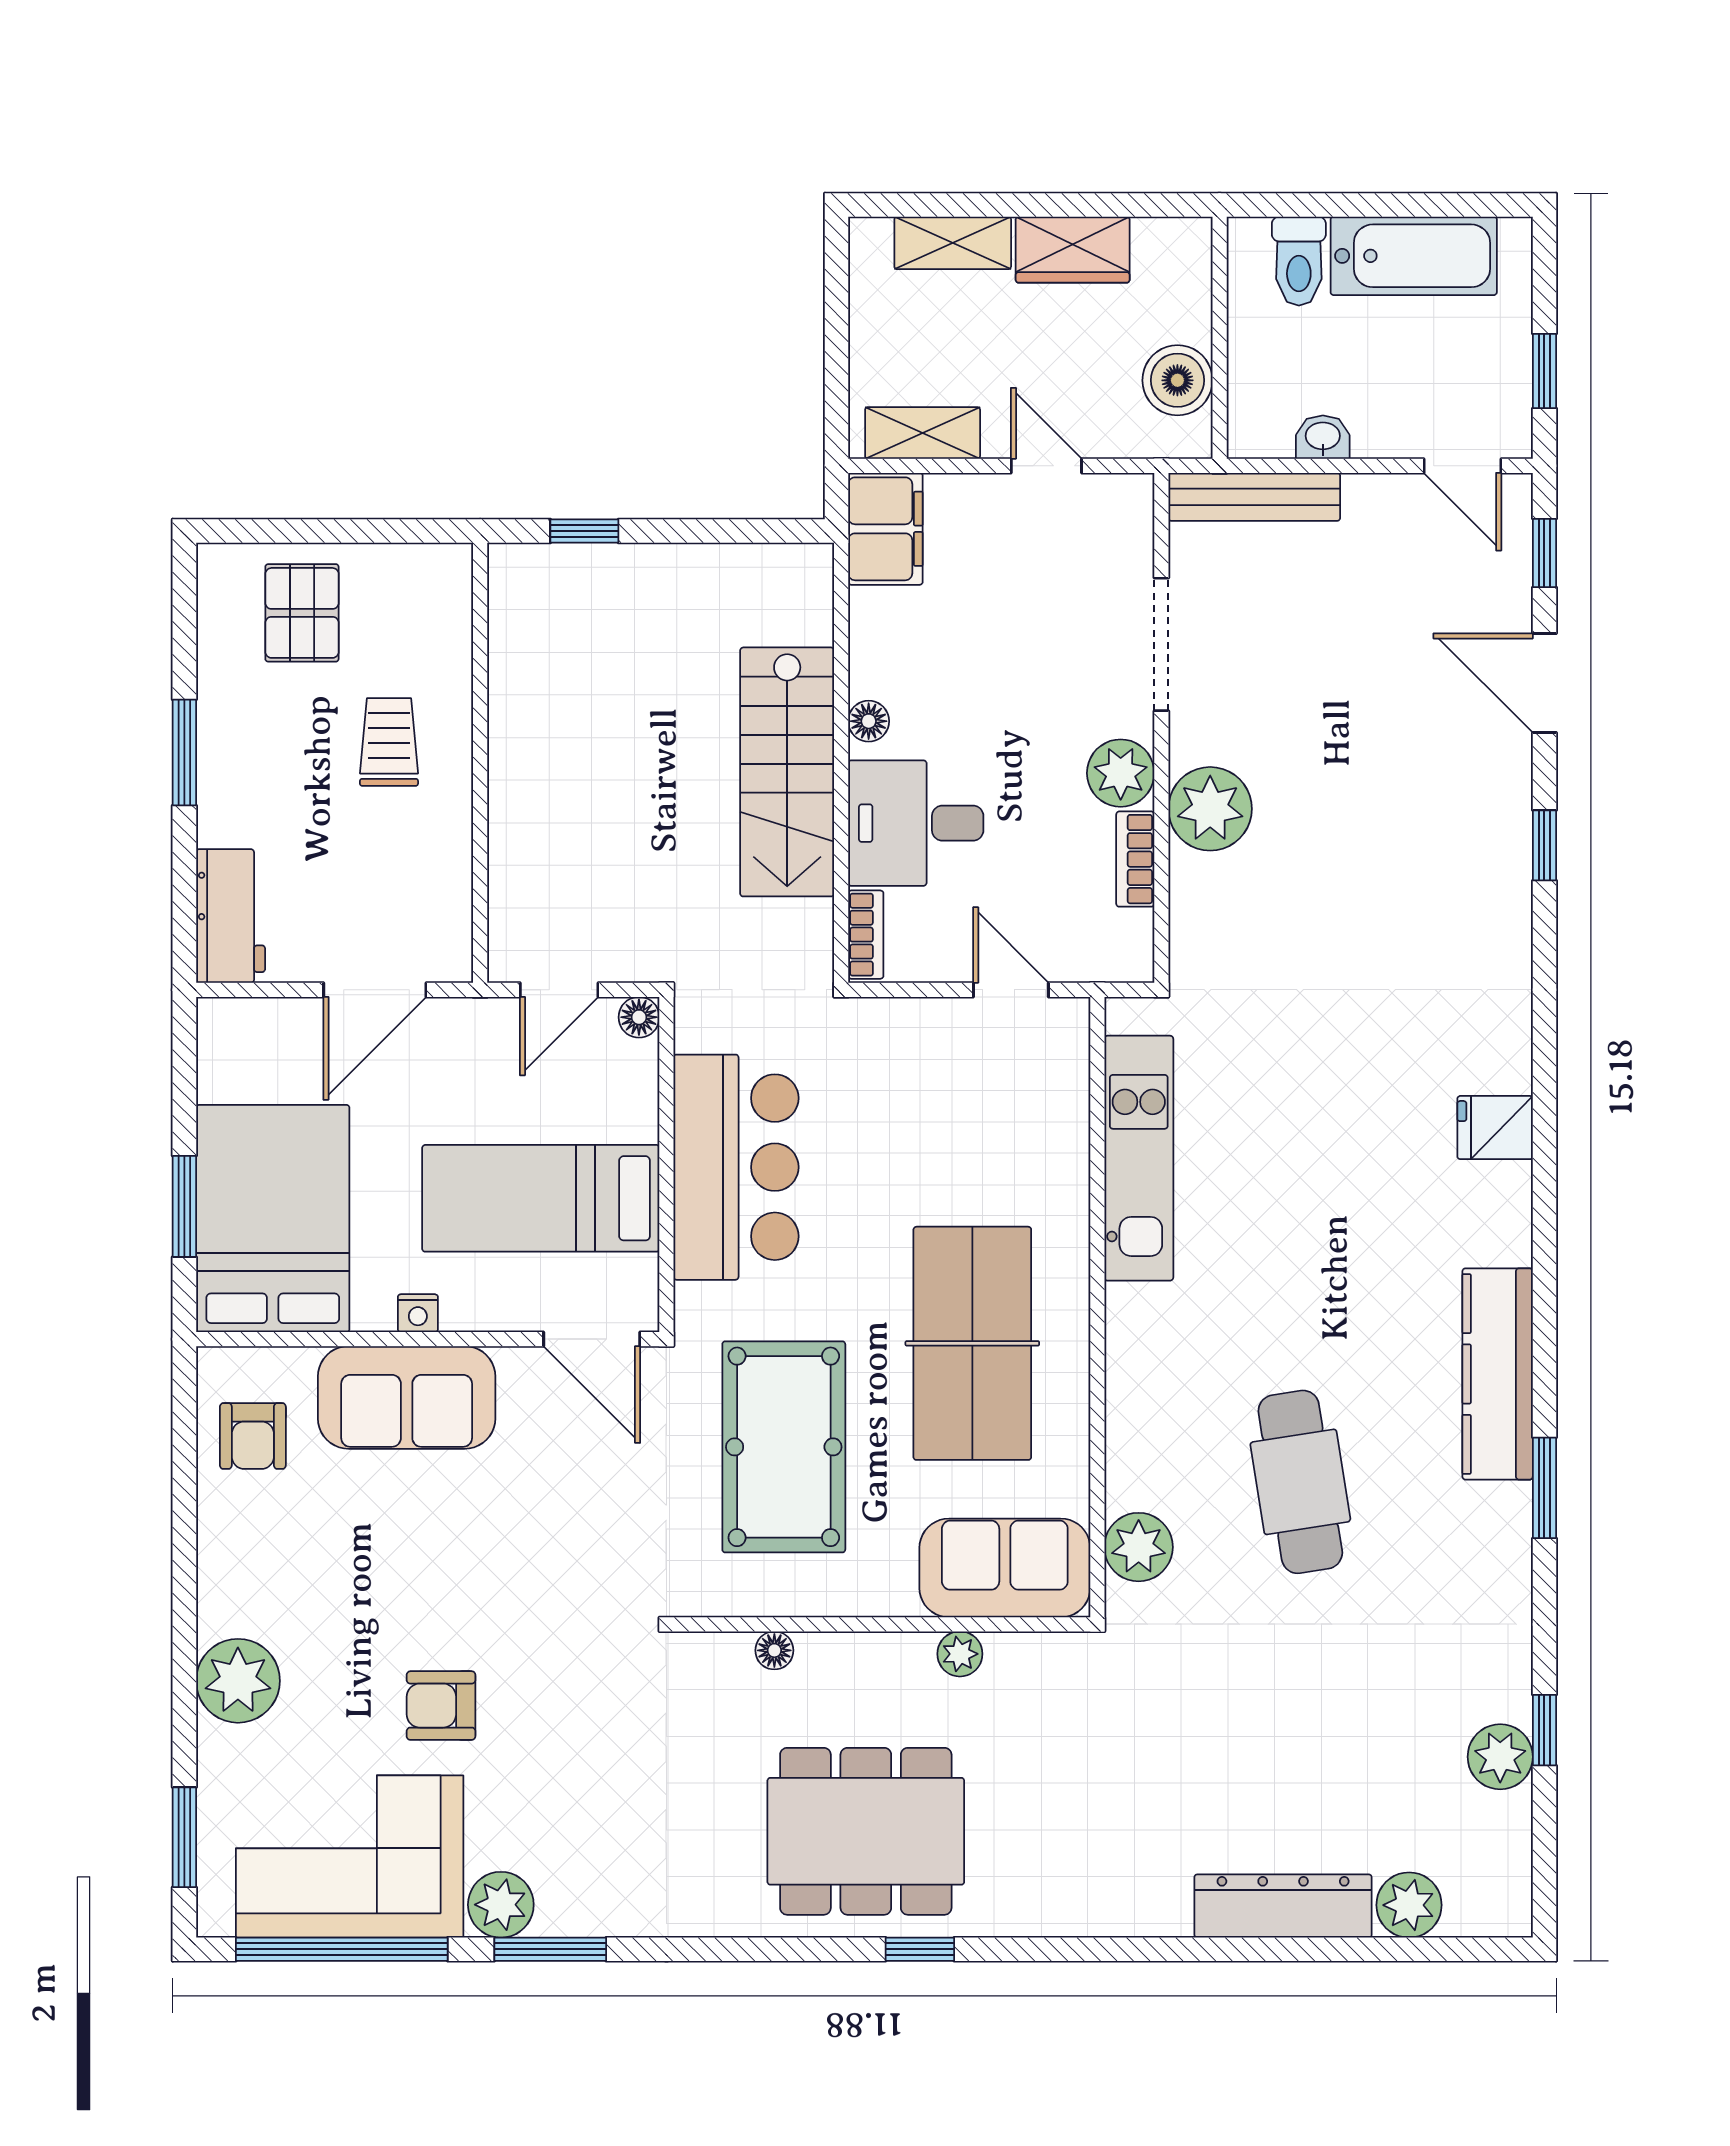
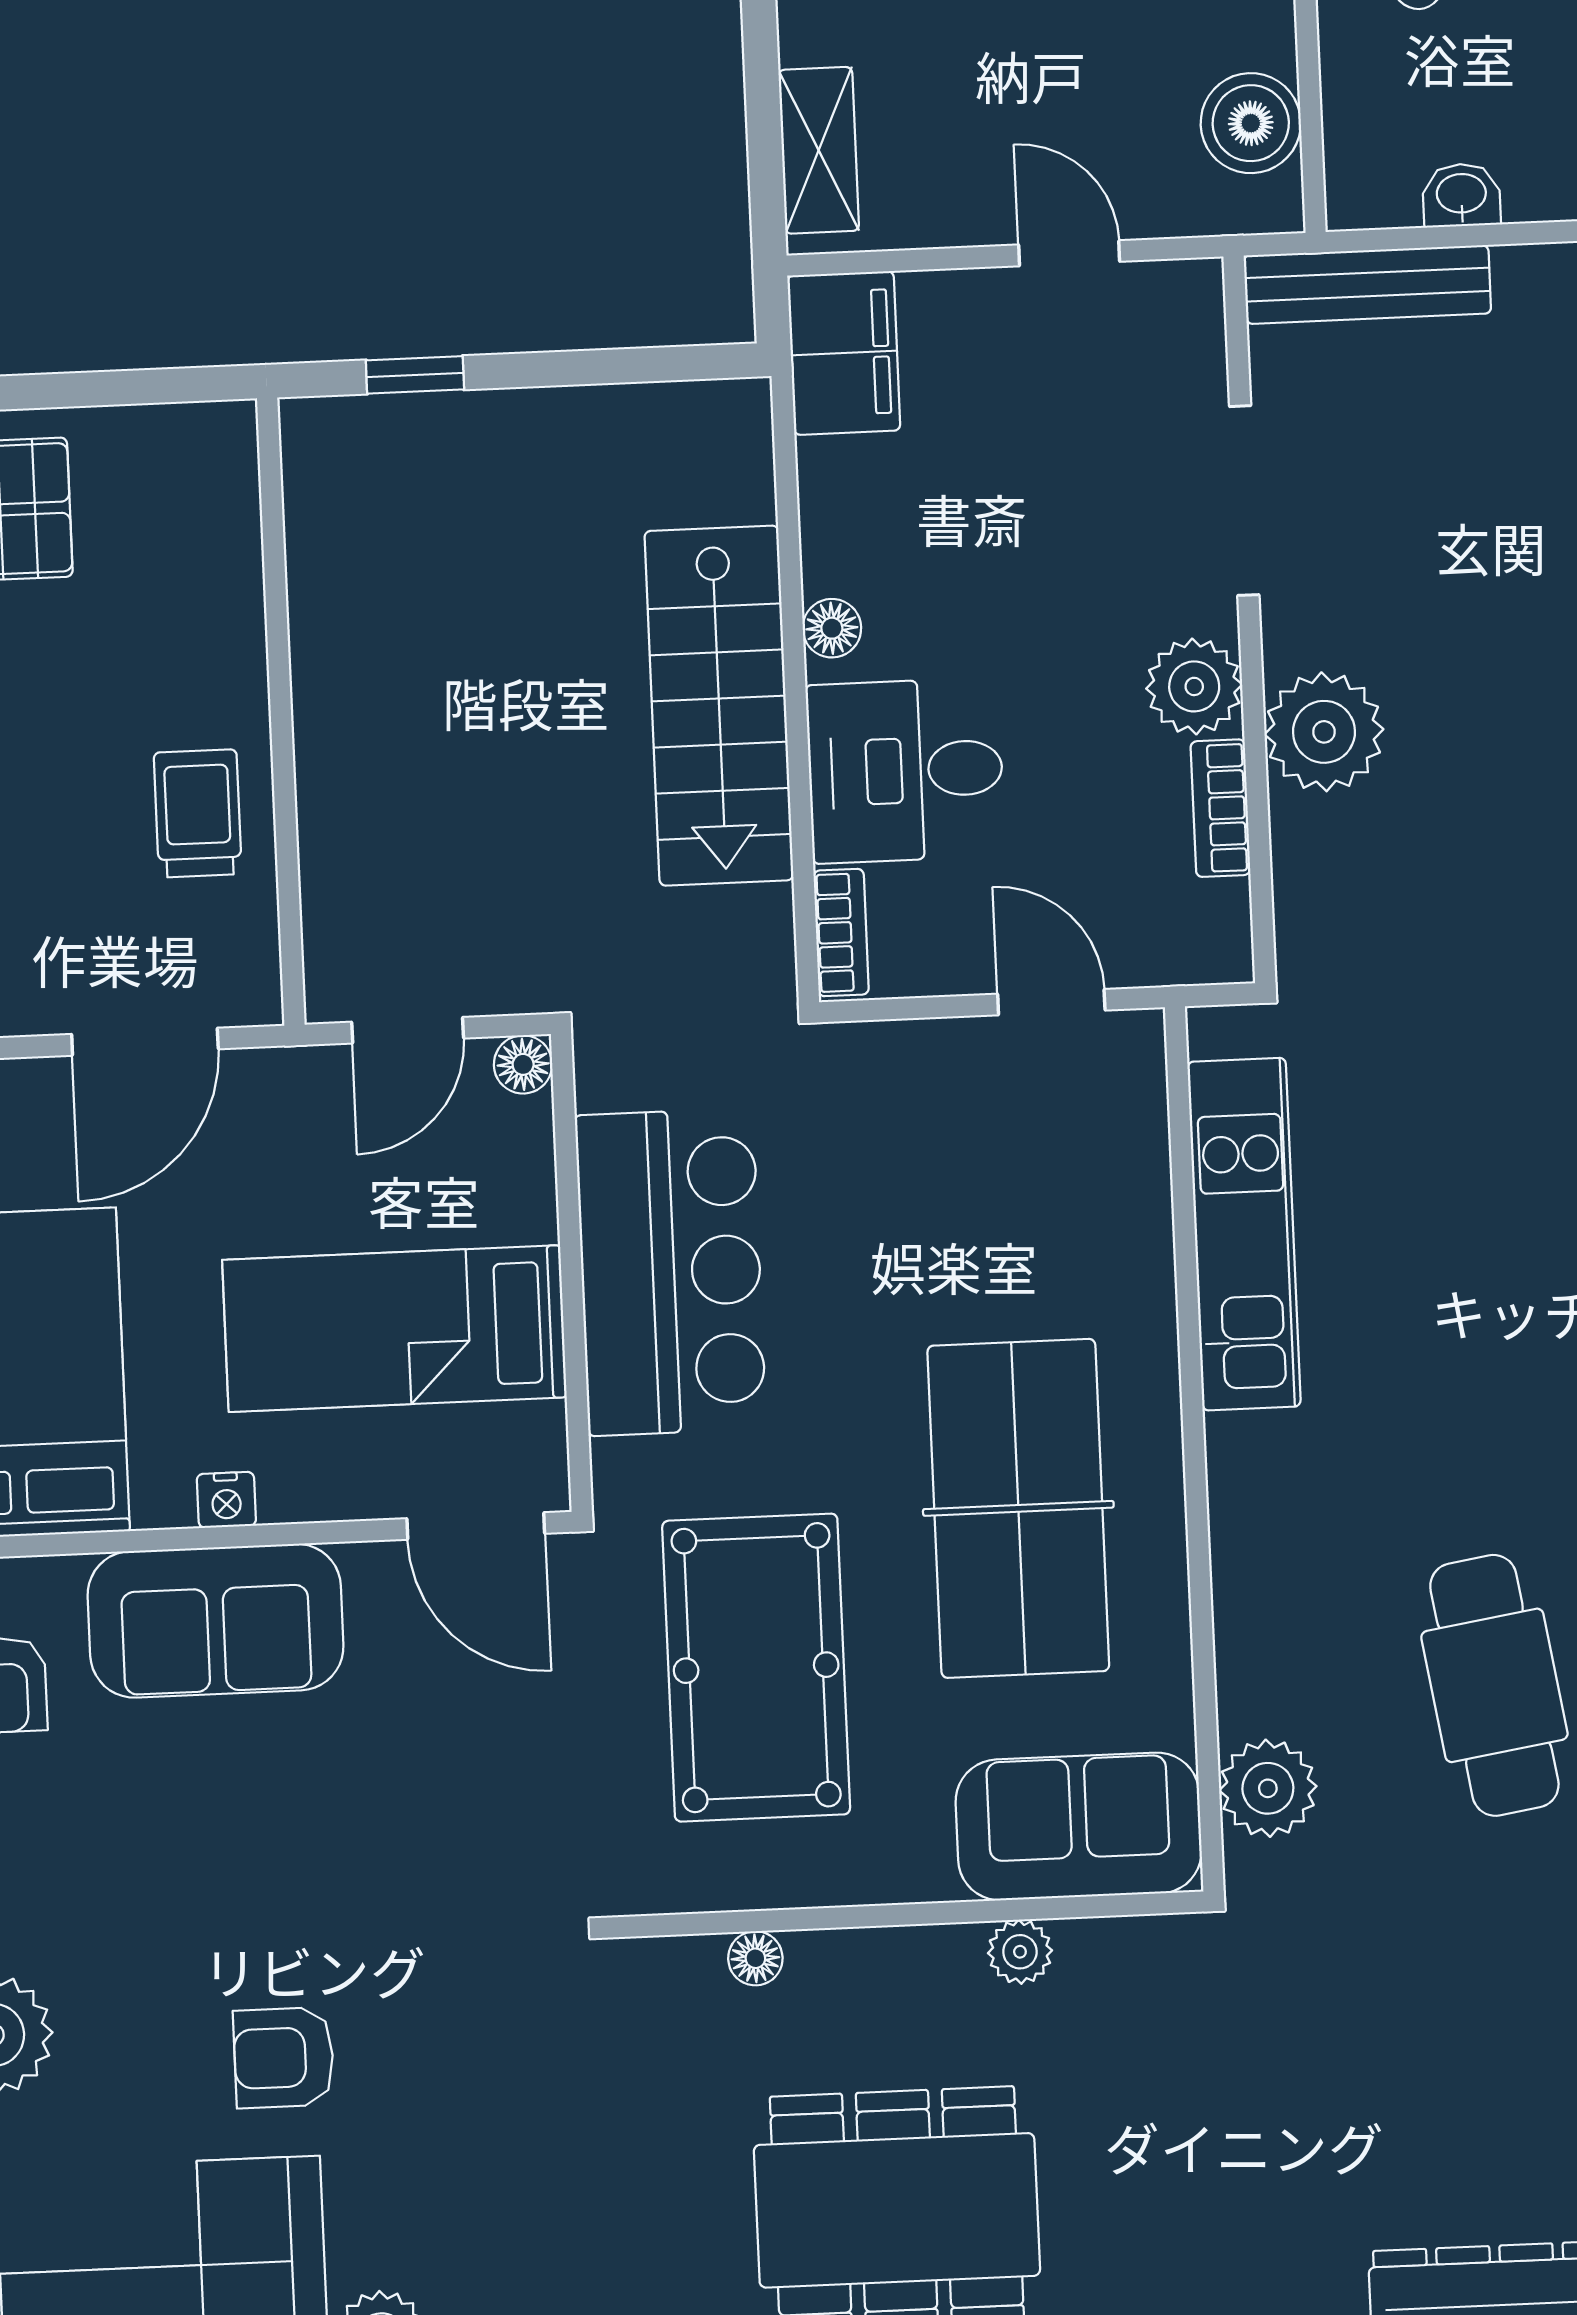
shelving: (923, 433) -> (819, 150), moved, turned 90
trolley: (389, 742) -> (198, 813), moved

